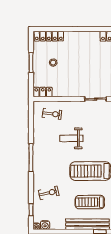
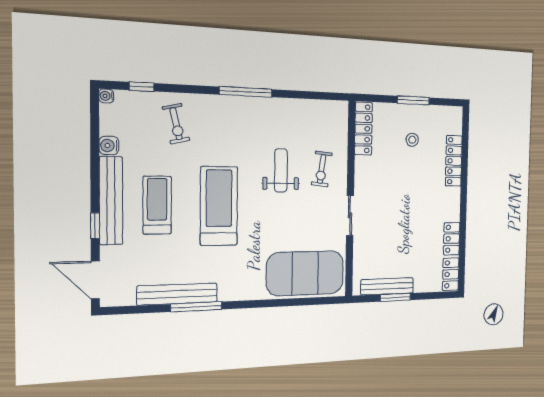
locker: (49, 36) -> (454, 161), moved
locker: (43, 92) -> (363, 129), width x1.53
exercise bike: (52, 114) -> (322, 169), moved
water cooler: (45, 225) -> (109, 145), moved

